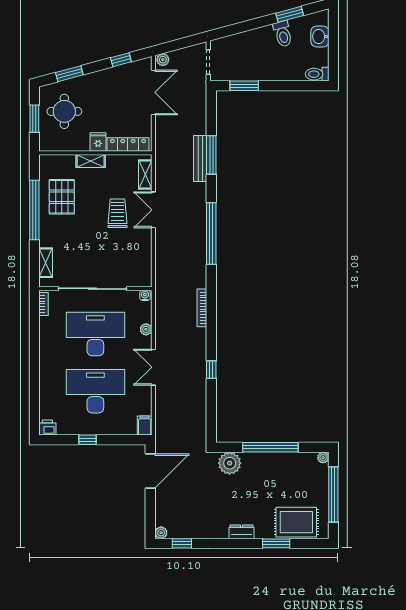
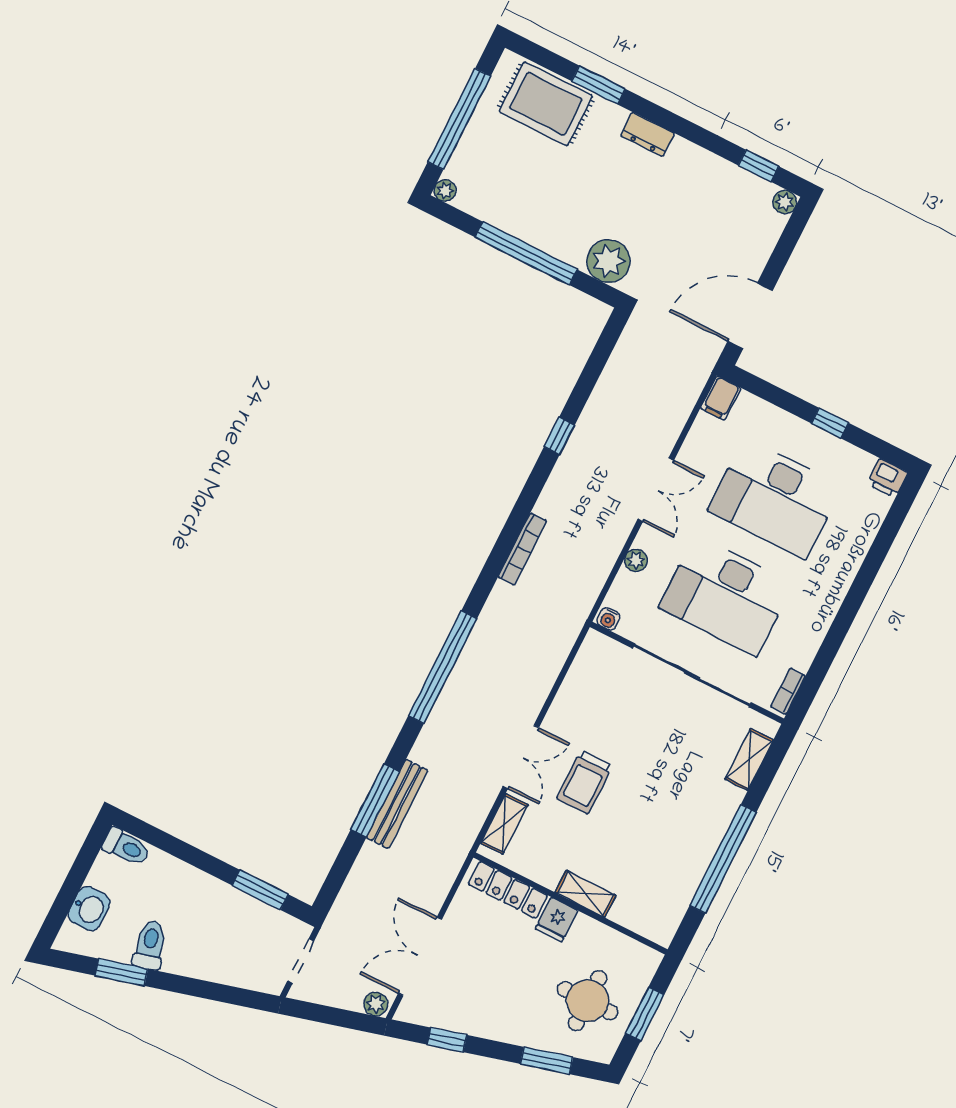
pallet: (62, 197) -> (665, 858), removed

